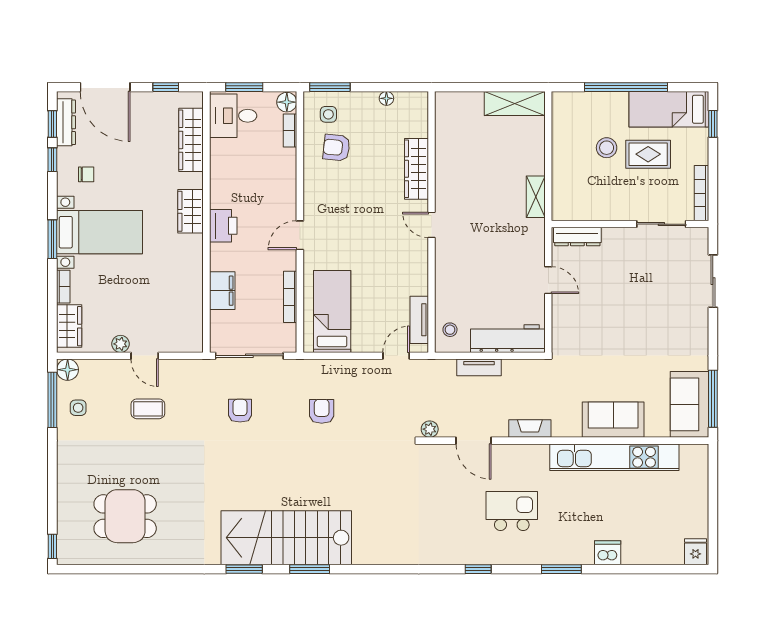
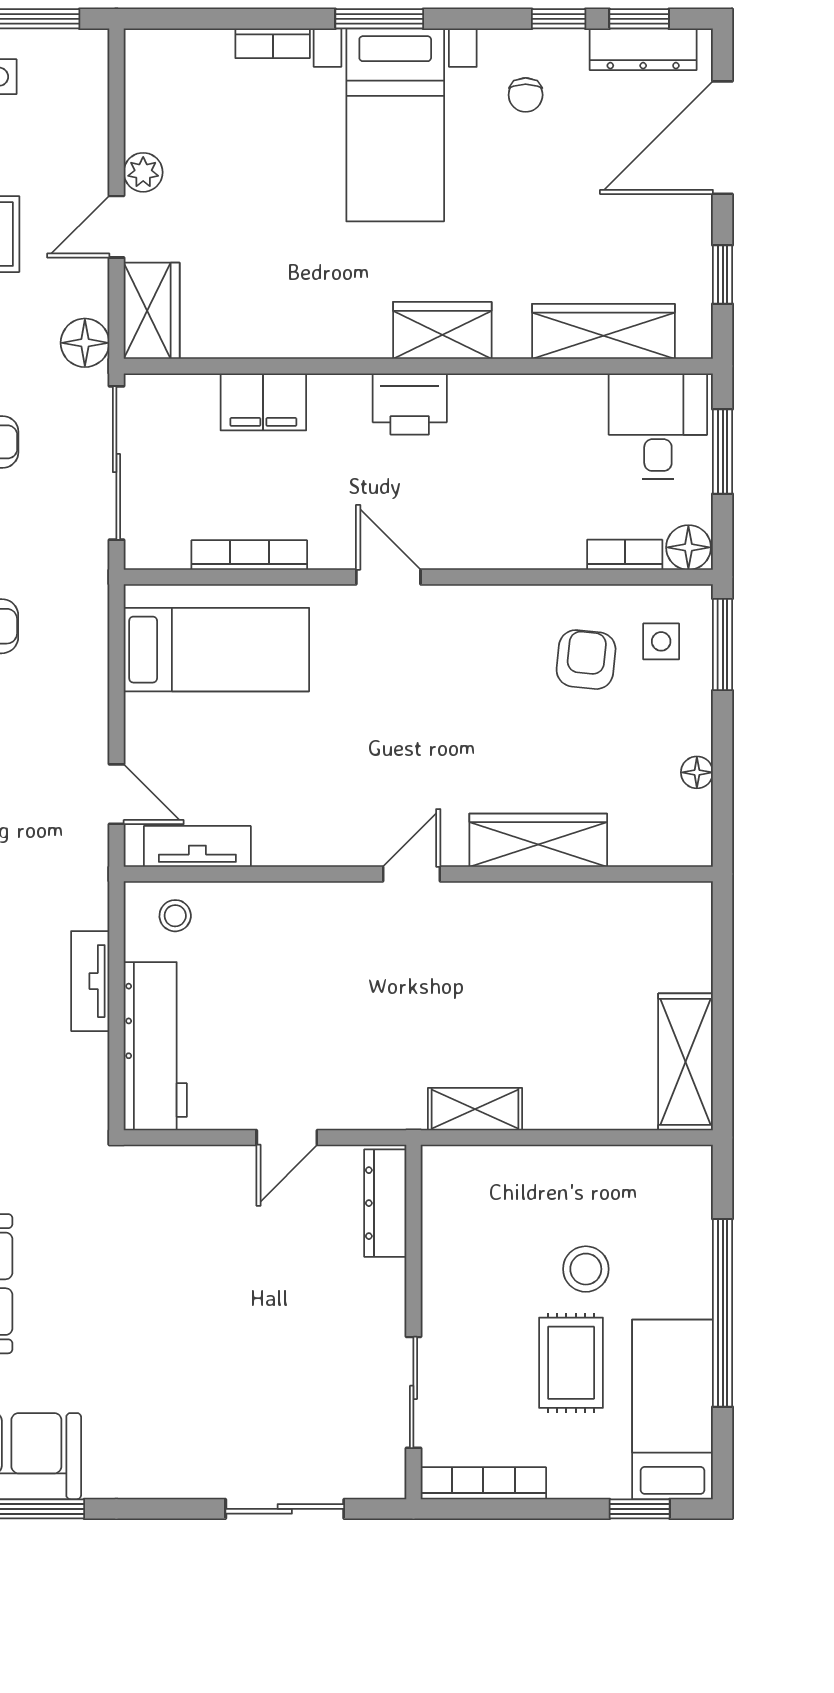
wardrobe: (69, 326) -> (152, 311), moved, turned -90
floor lamp: (68, 370) -> (85, 343), moved

